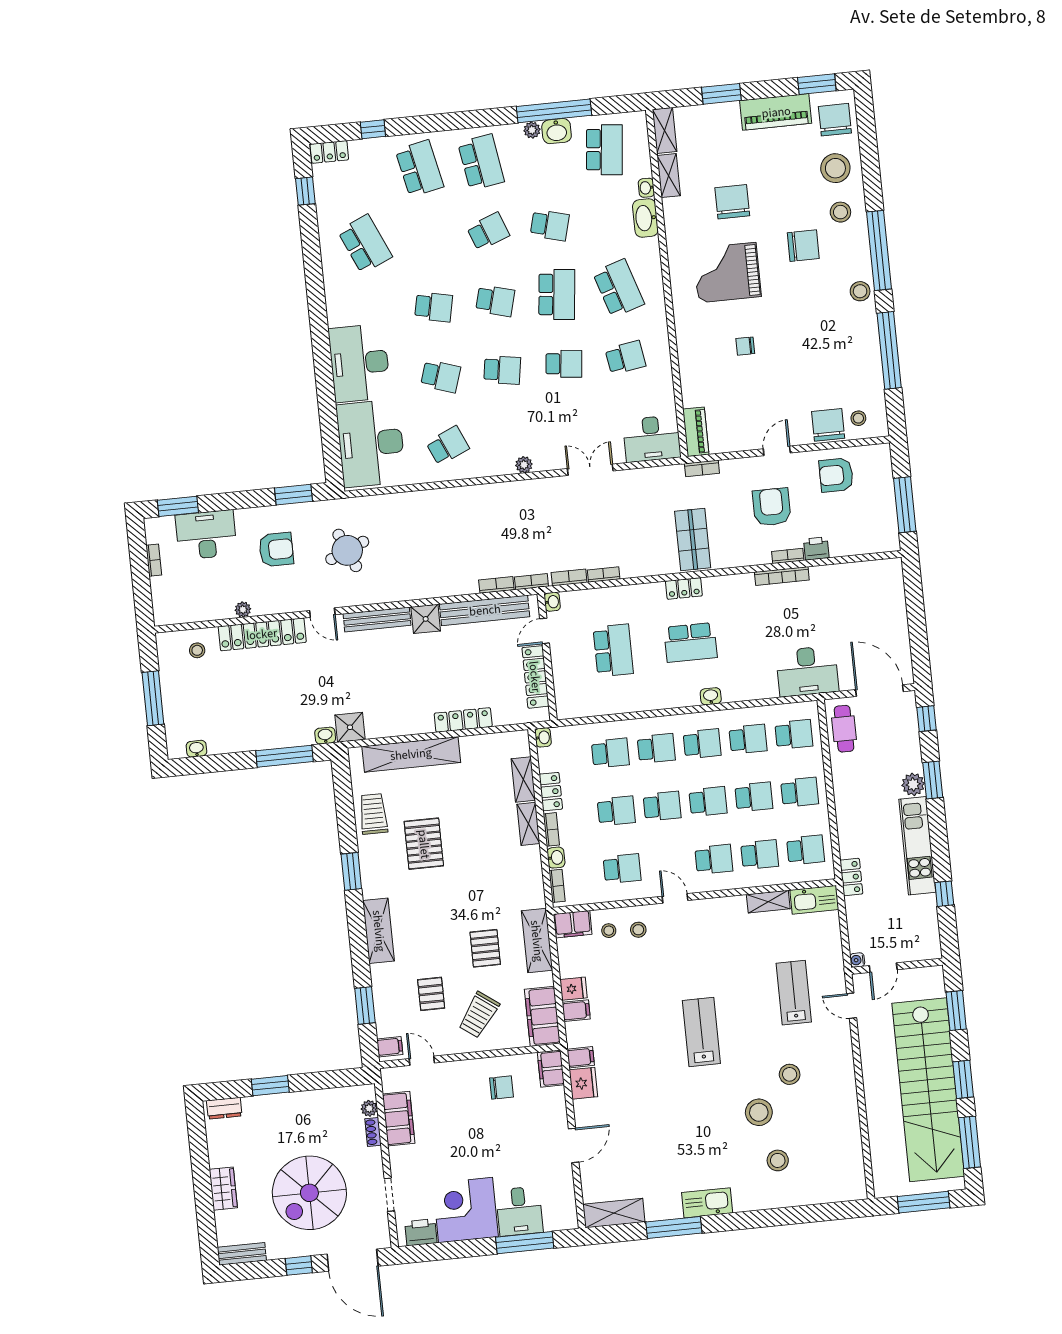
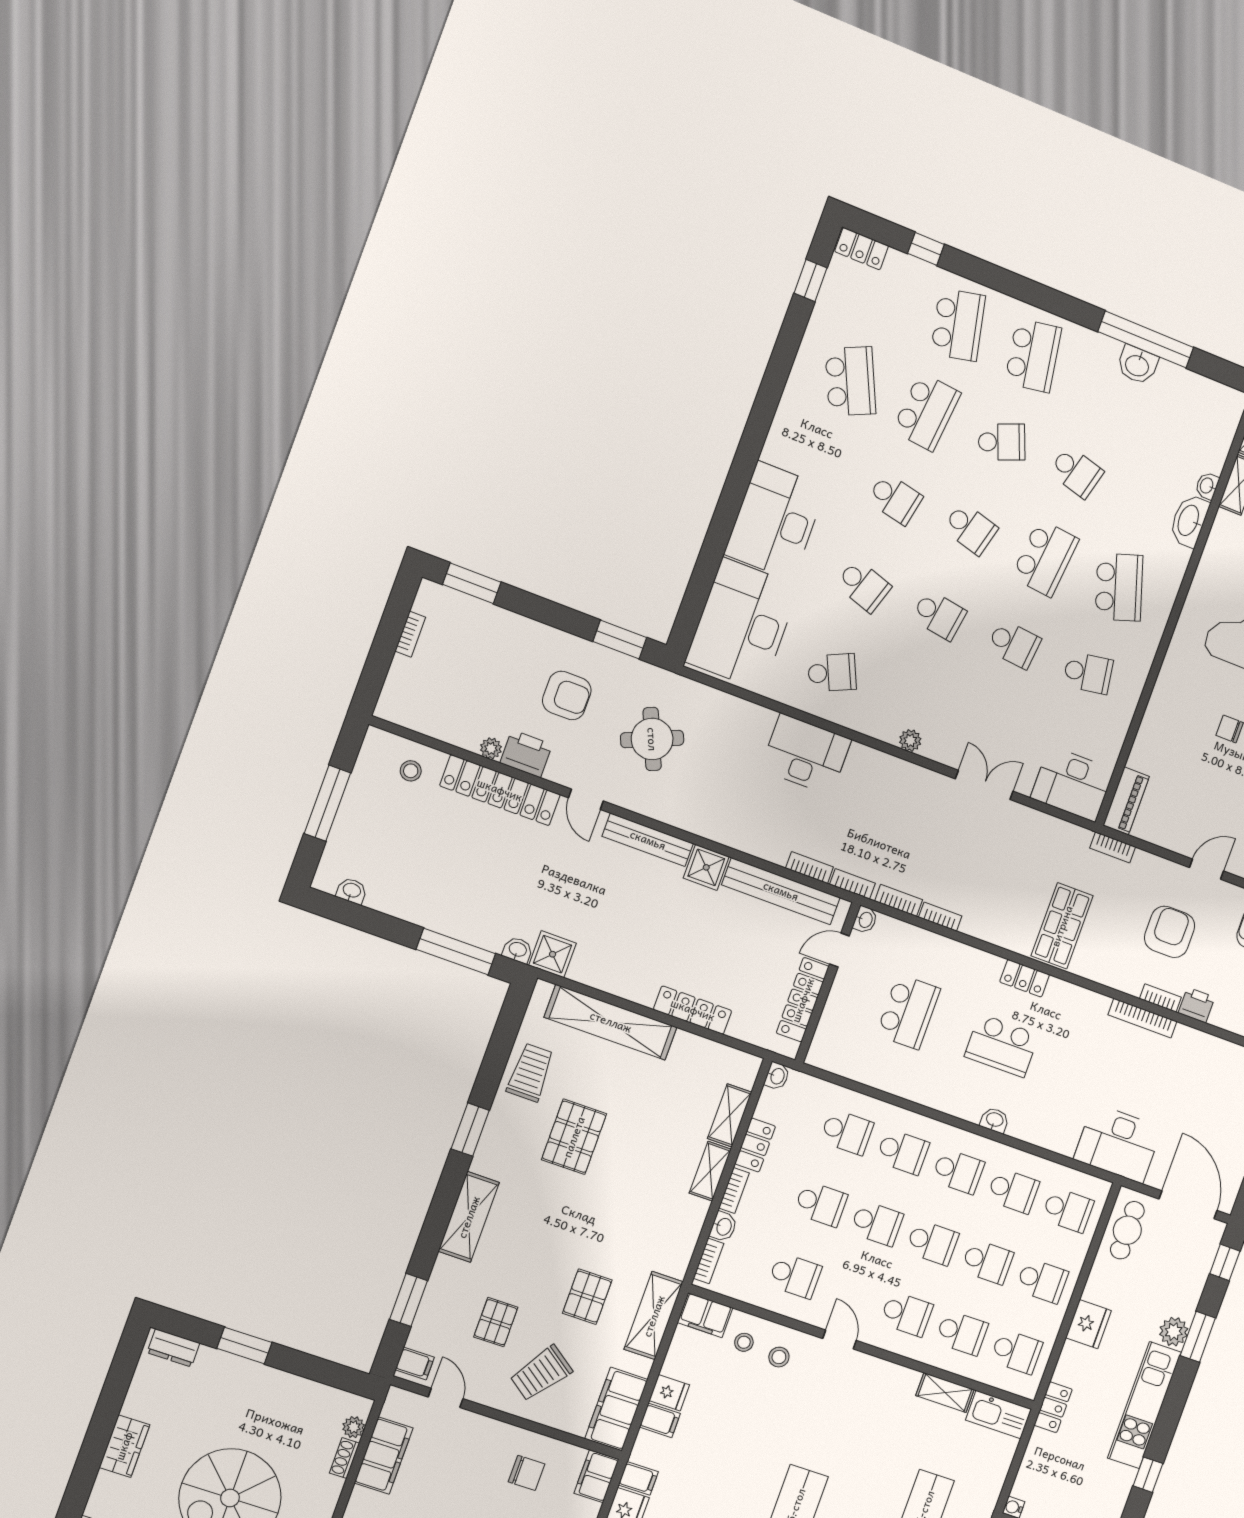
plant: (532, 130) -> (1110, 349), removed
school desk: (604, 150) -> (926, 412), moved
desk: (206, 535) -> (806, 754), moved
printer: (268, 602) -> (526, 754), added
fridge: (848, 807) -> (1088, 1324), added

